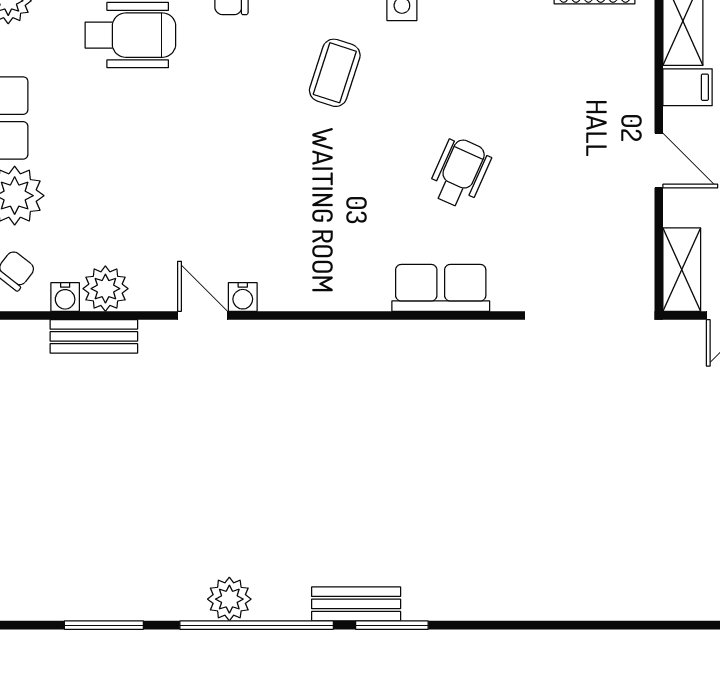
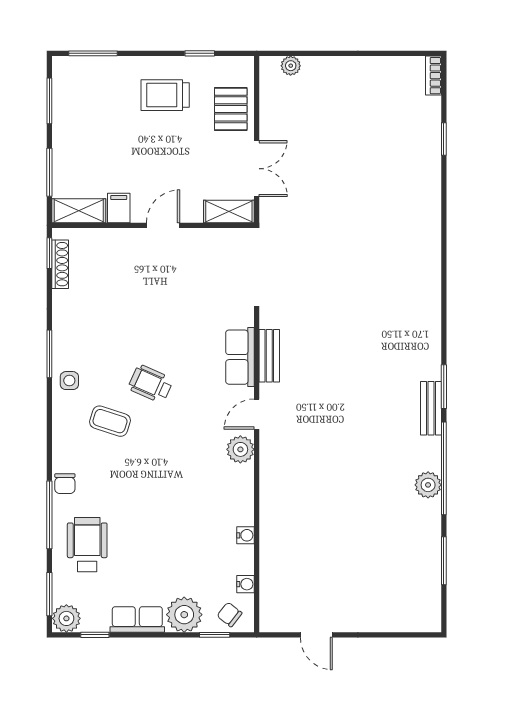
wheelchair: (460, 173) -> (151, 384), moved
plant: (105, 289) -> (240, 449), moved
water cooler: (243, 297) -> (245, 535), moved
door: (203, 315) -> (257, 414), moved
bench: (94, 336) -> (269, 356), moved

